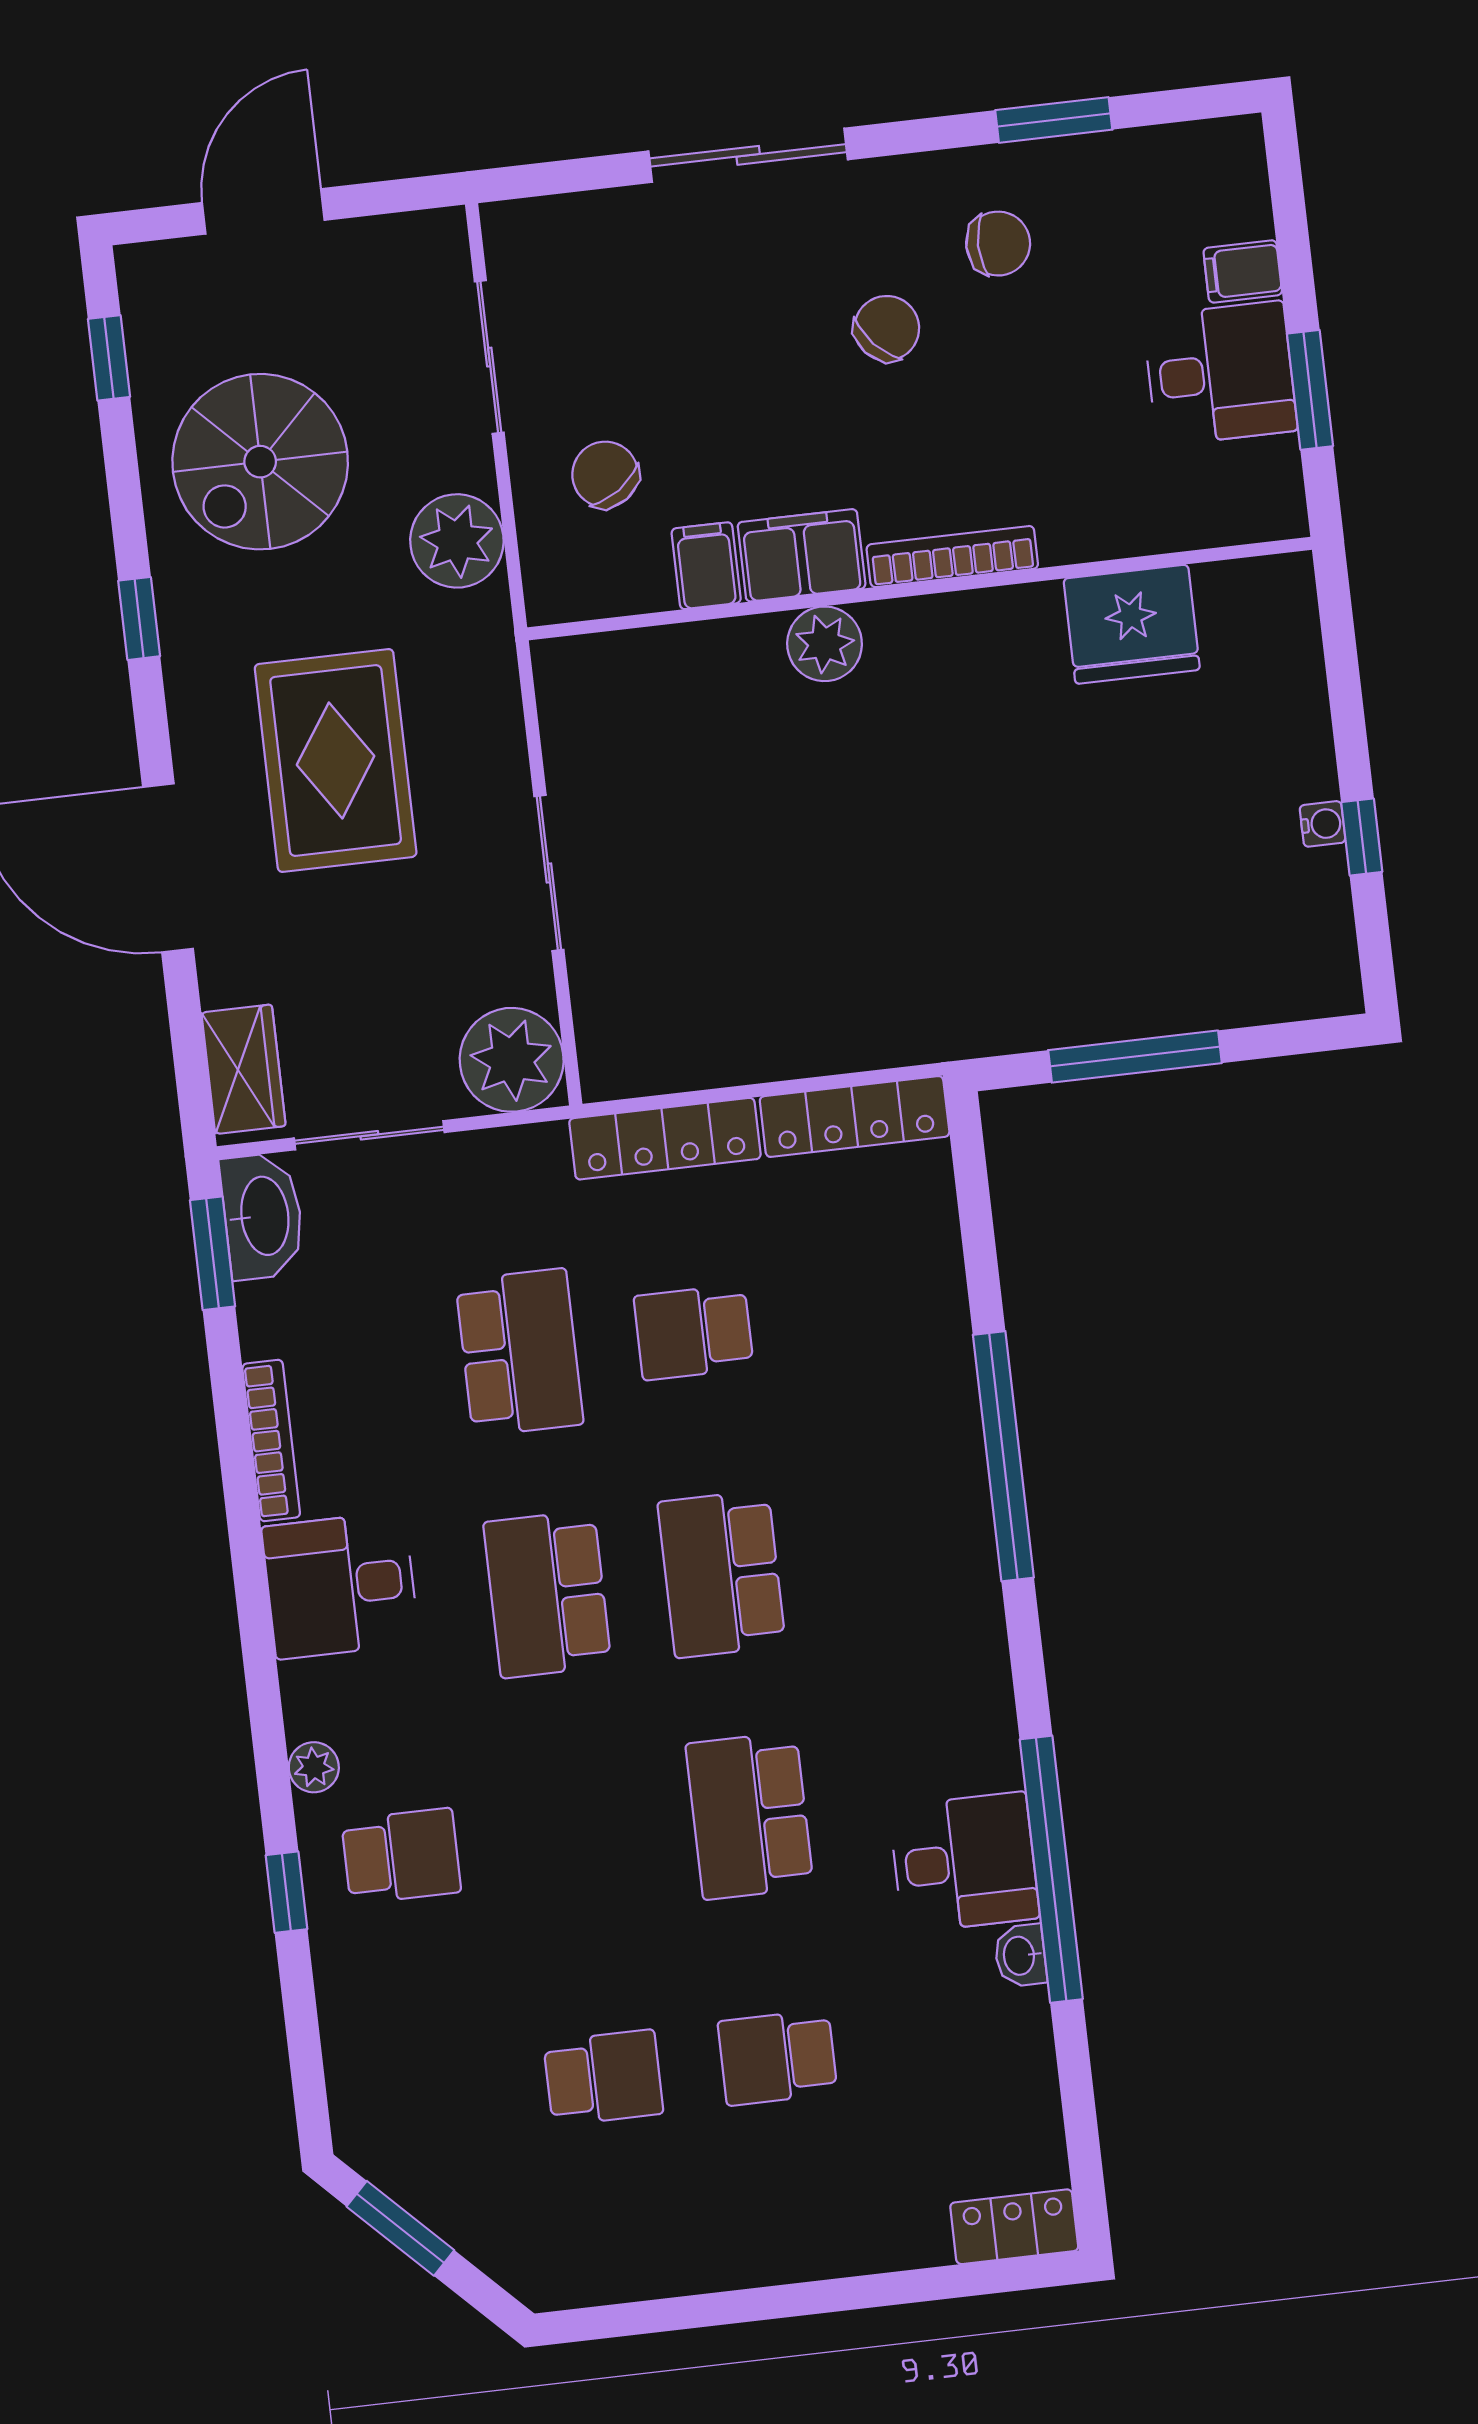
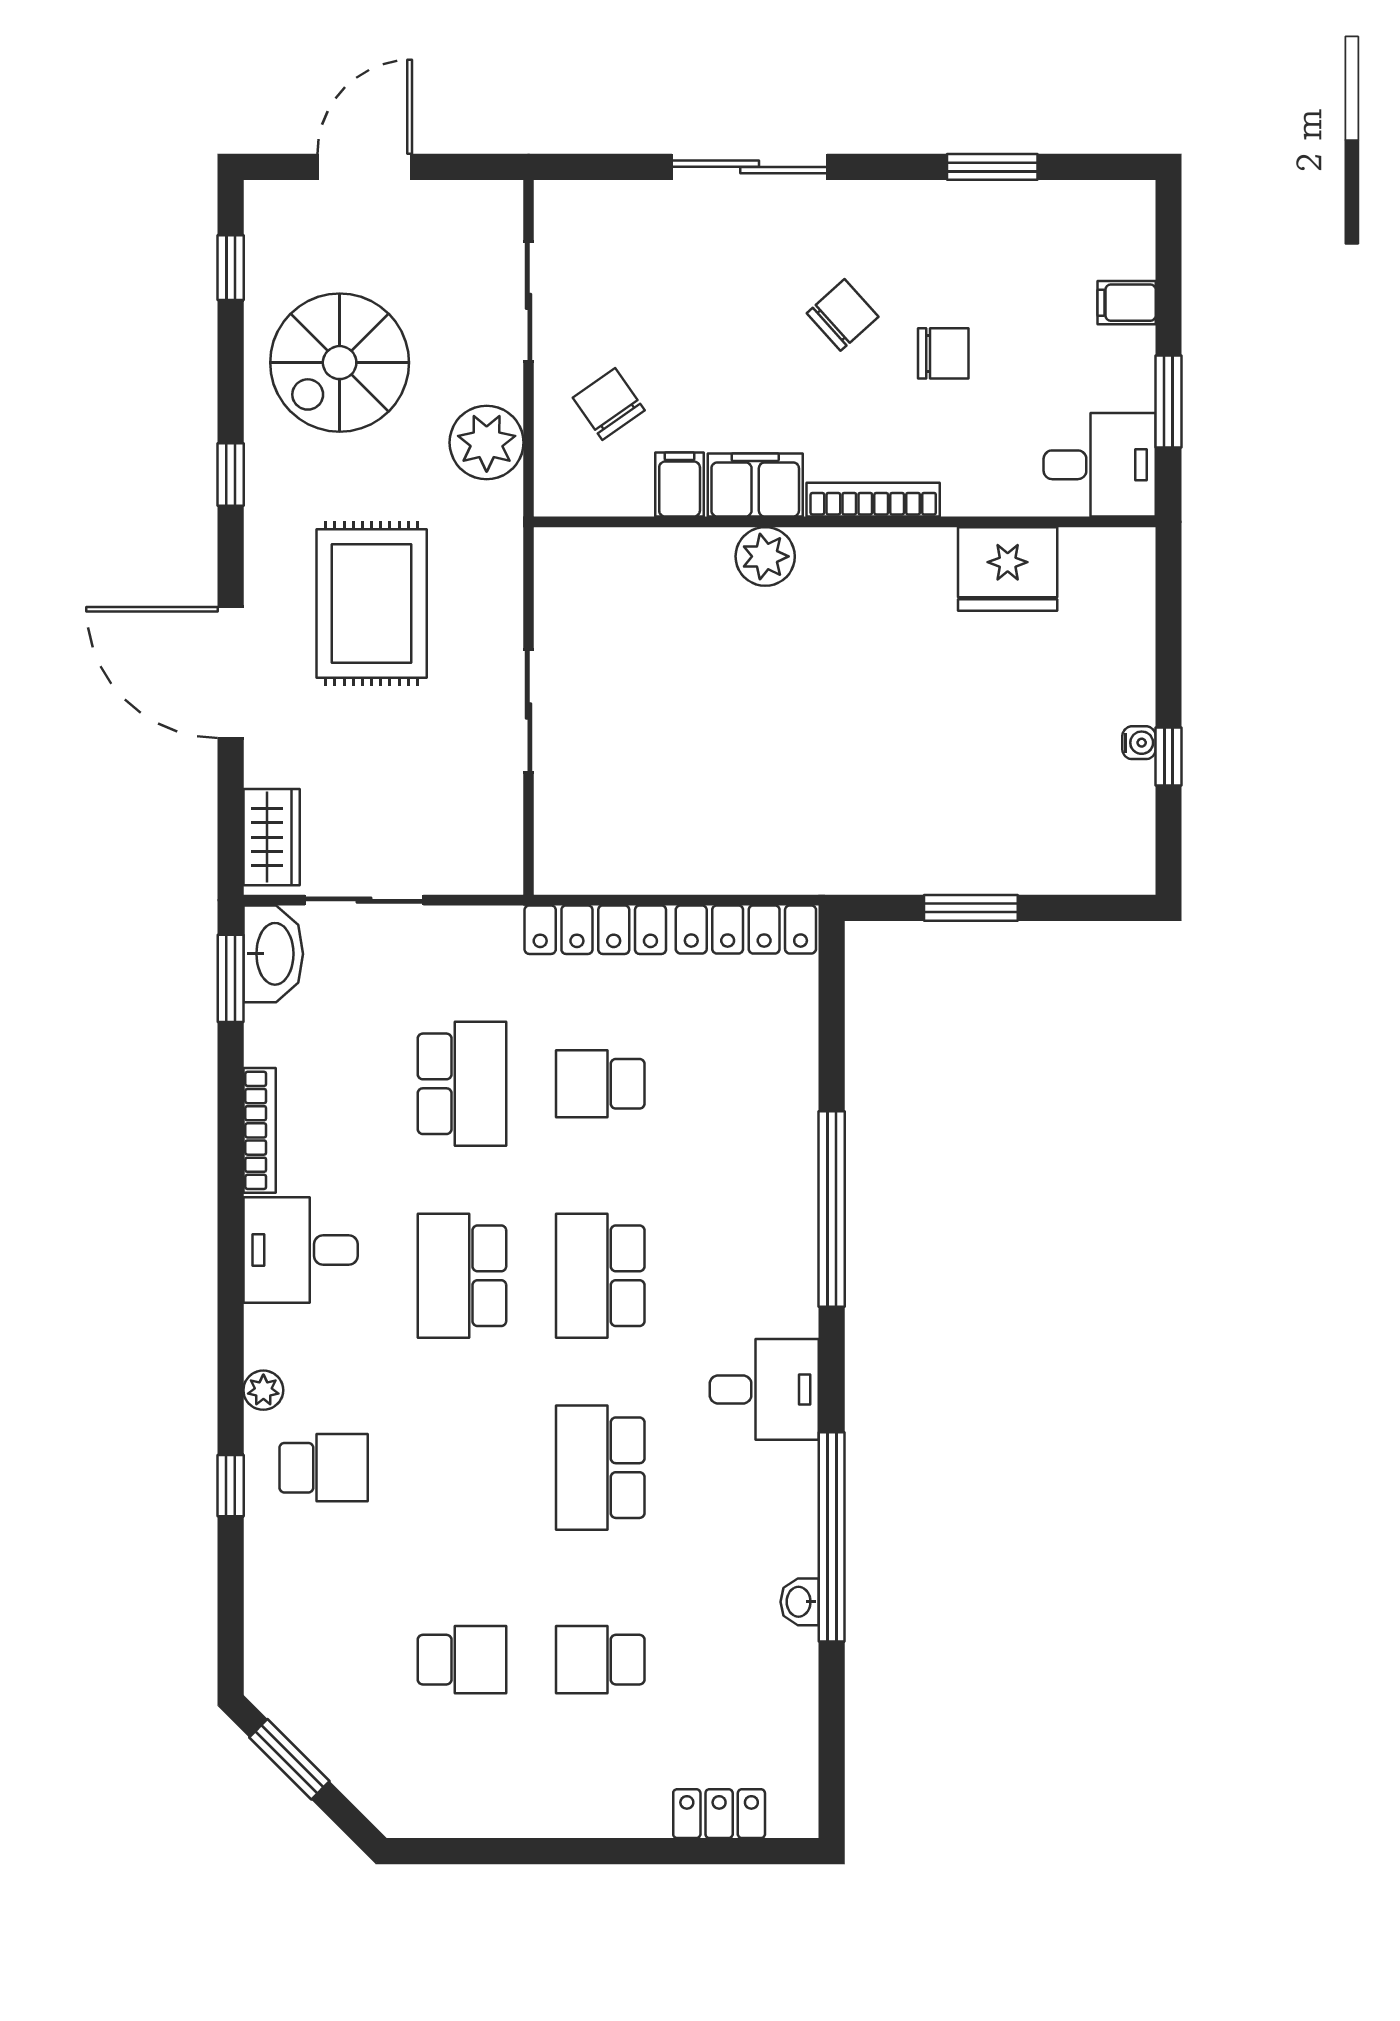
chair: (998, 244) -> (943, 353), moved
desk: (1220, 373) -> (1100, 465), moved
window: (1135, 1057) -> (971, 908), width x0.69
plant: (512, 1060) -> (482, 854), removed
desk: (964, 1862) -> (764, 1389), moved
locker: (1014, 2227) -> (719, 1814), moved

